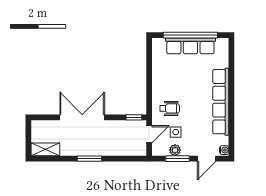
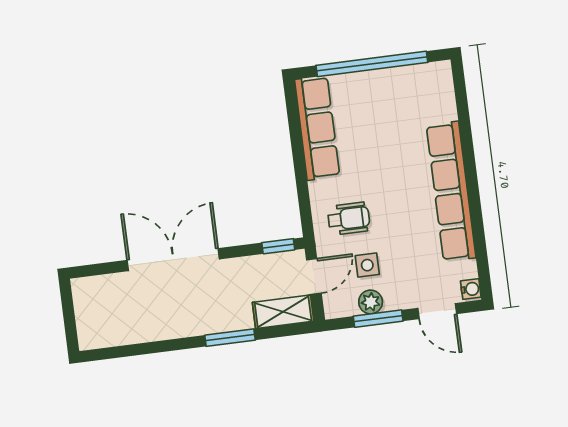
row of seats: (190, 46) -> (317, 128), moved, turned -90
shelving: (45, 149) -> (283, 312), moved
window: (89, 159) -> (230, 338), moved
door: (207, 159) -> (437, 311), hinge flipped

